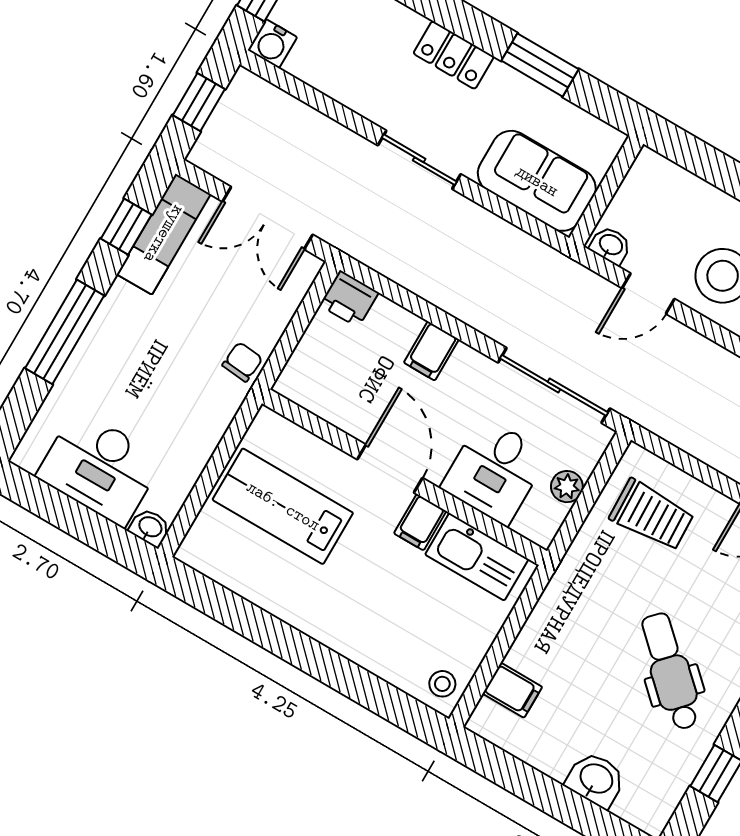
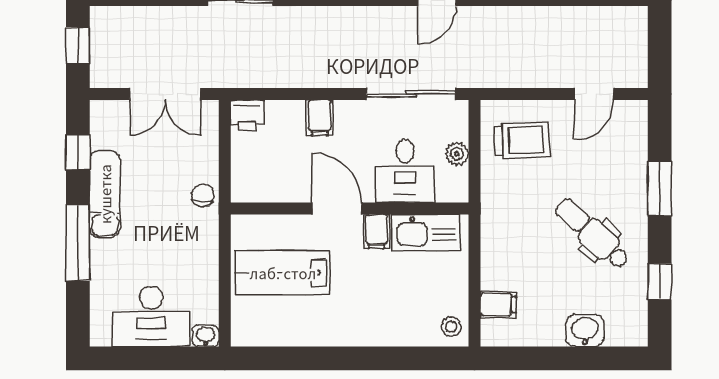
exam couch: (164, 234) -> (105, 194), moved

